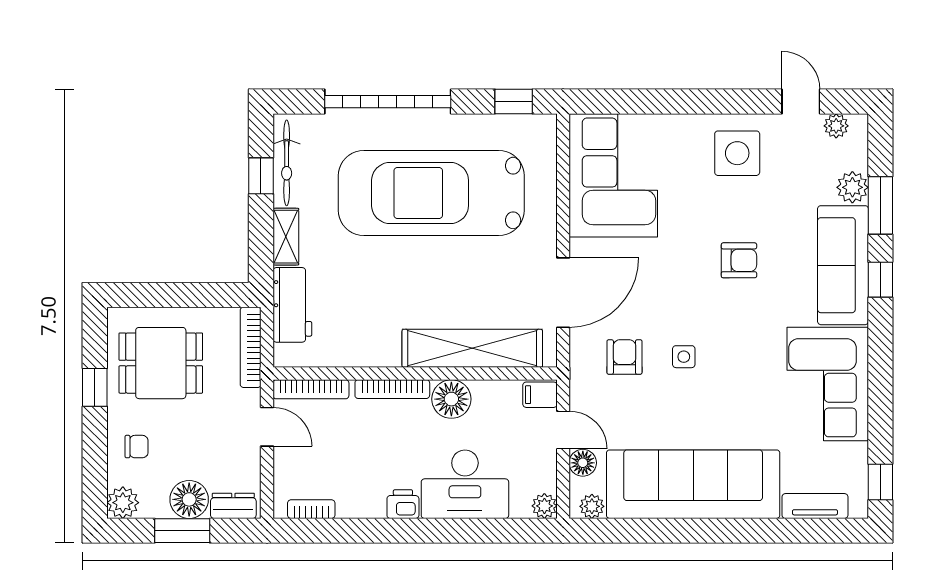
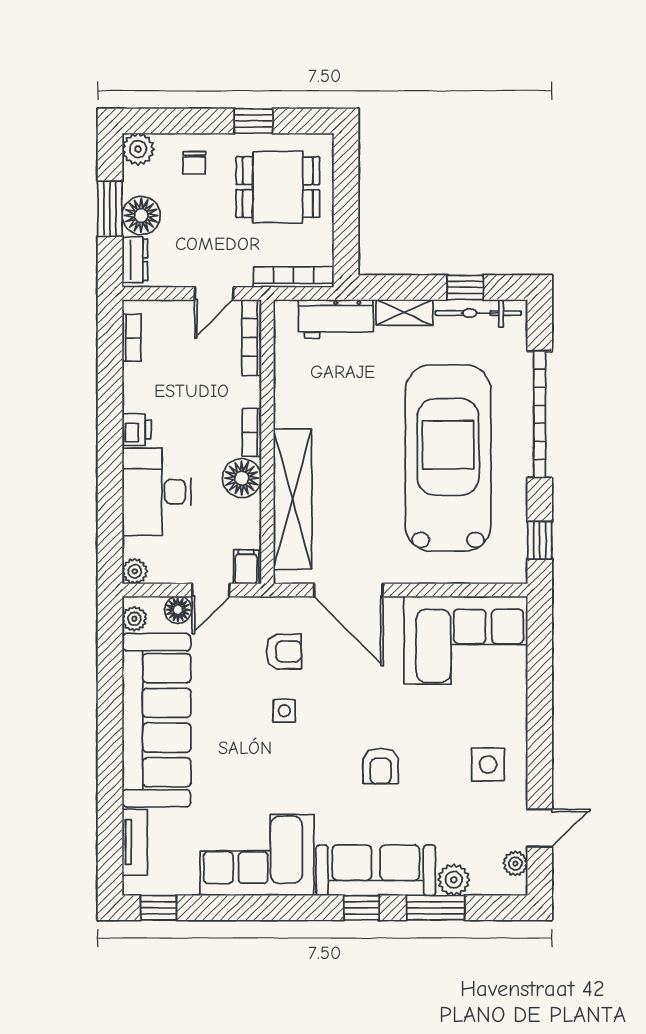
side table: (737, 153) -> (488, 764), width x0.73, depth x0.73
dining table: (161, 363) -> (278, 187), turned 90
bookcase: (392, 389) -> (252, 432), width x0.64

